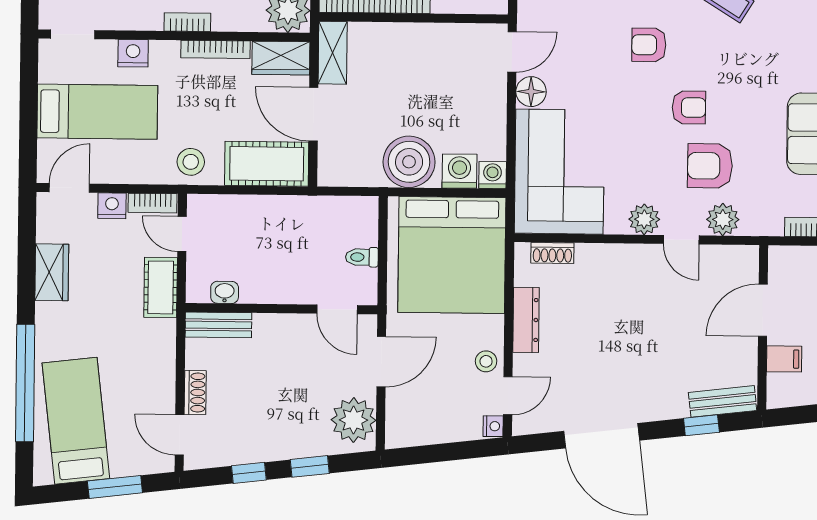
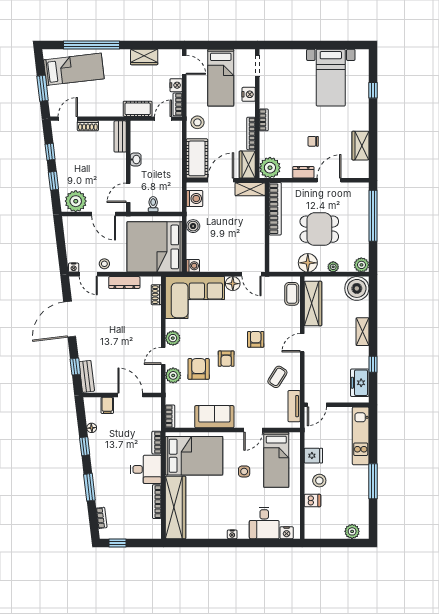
boiler: (409, 162) -> (193, 226), width x0.54, depth x0.54
washing machine: (459, 171) -> (195, 199), moved
washbasin: (225, 292) -> (136, 159), moved

